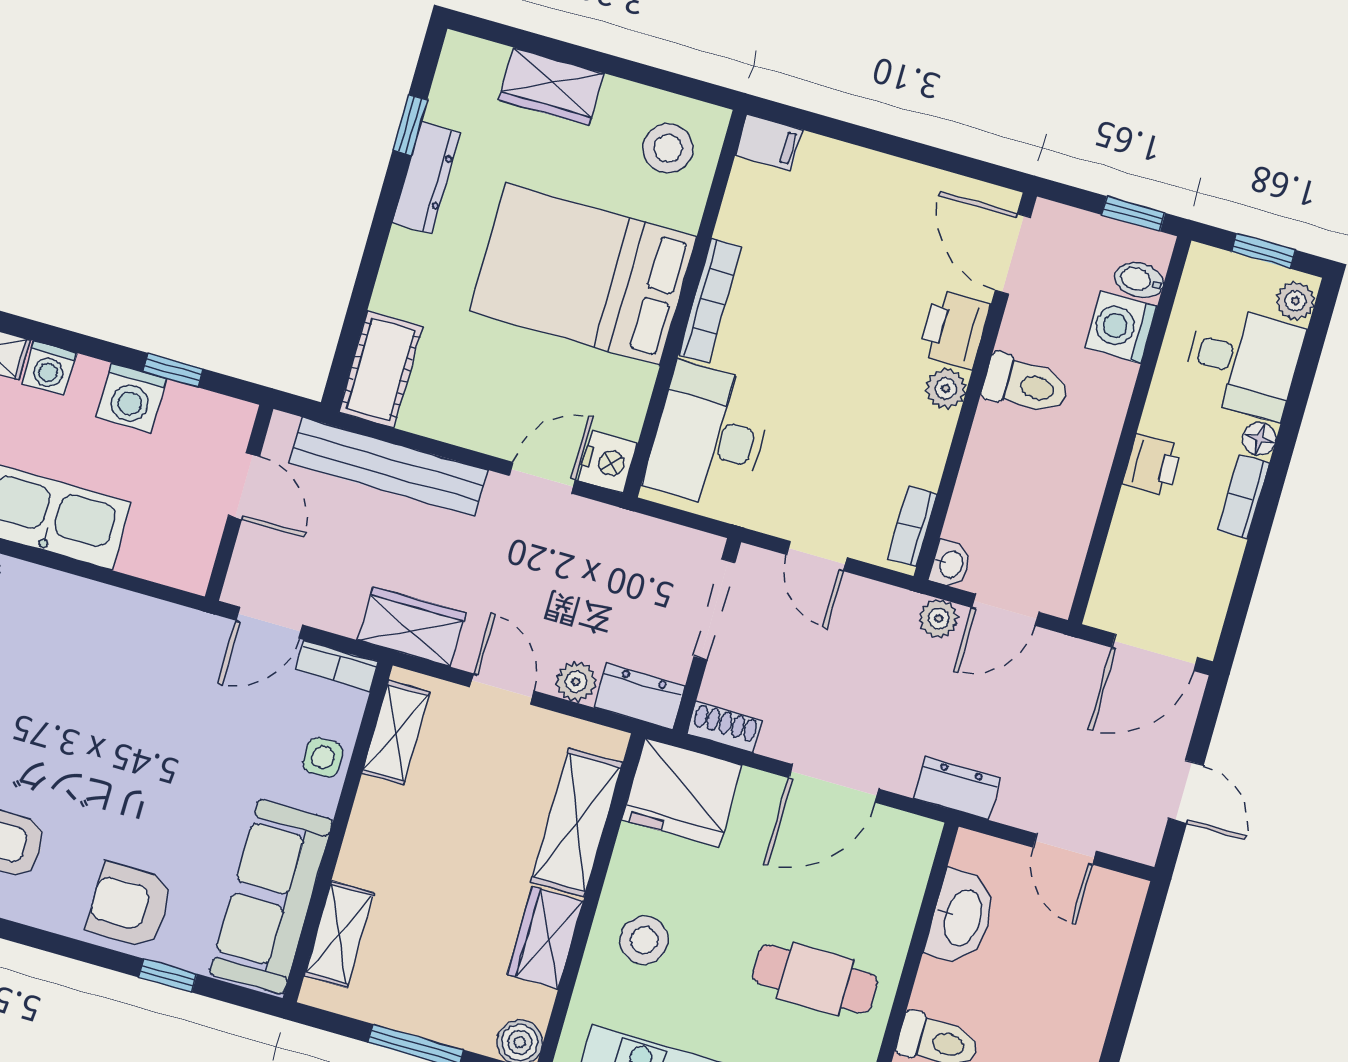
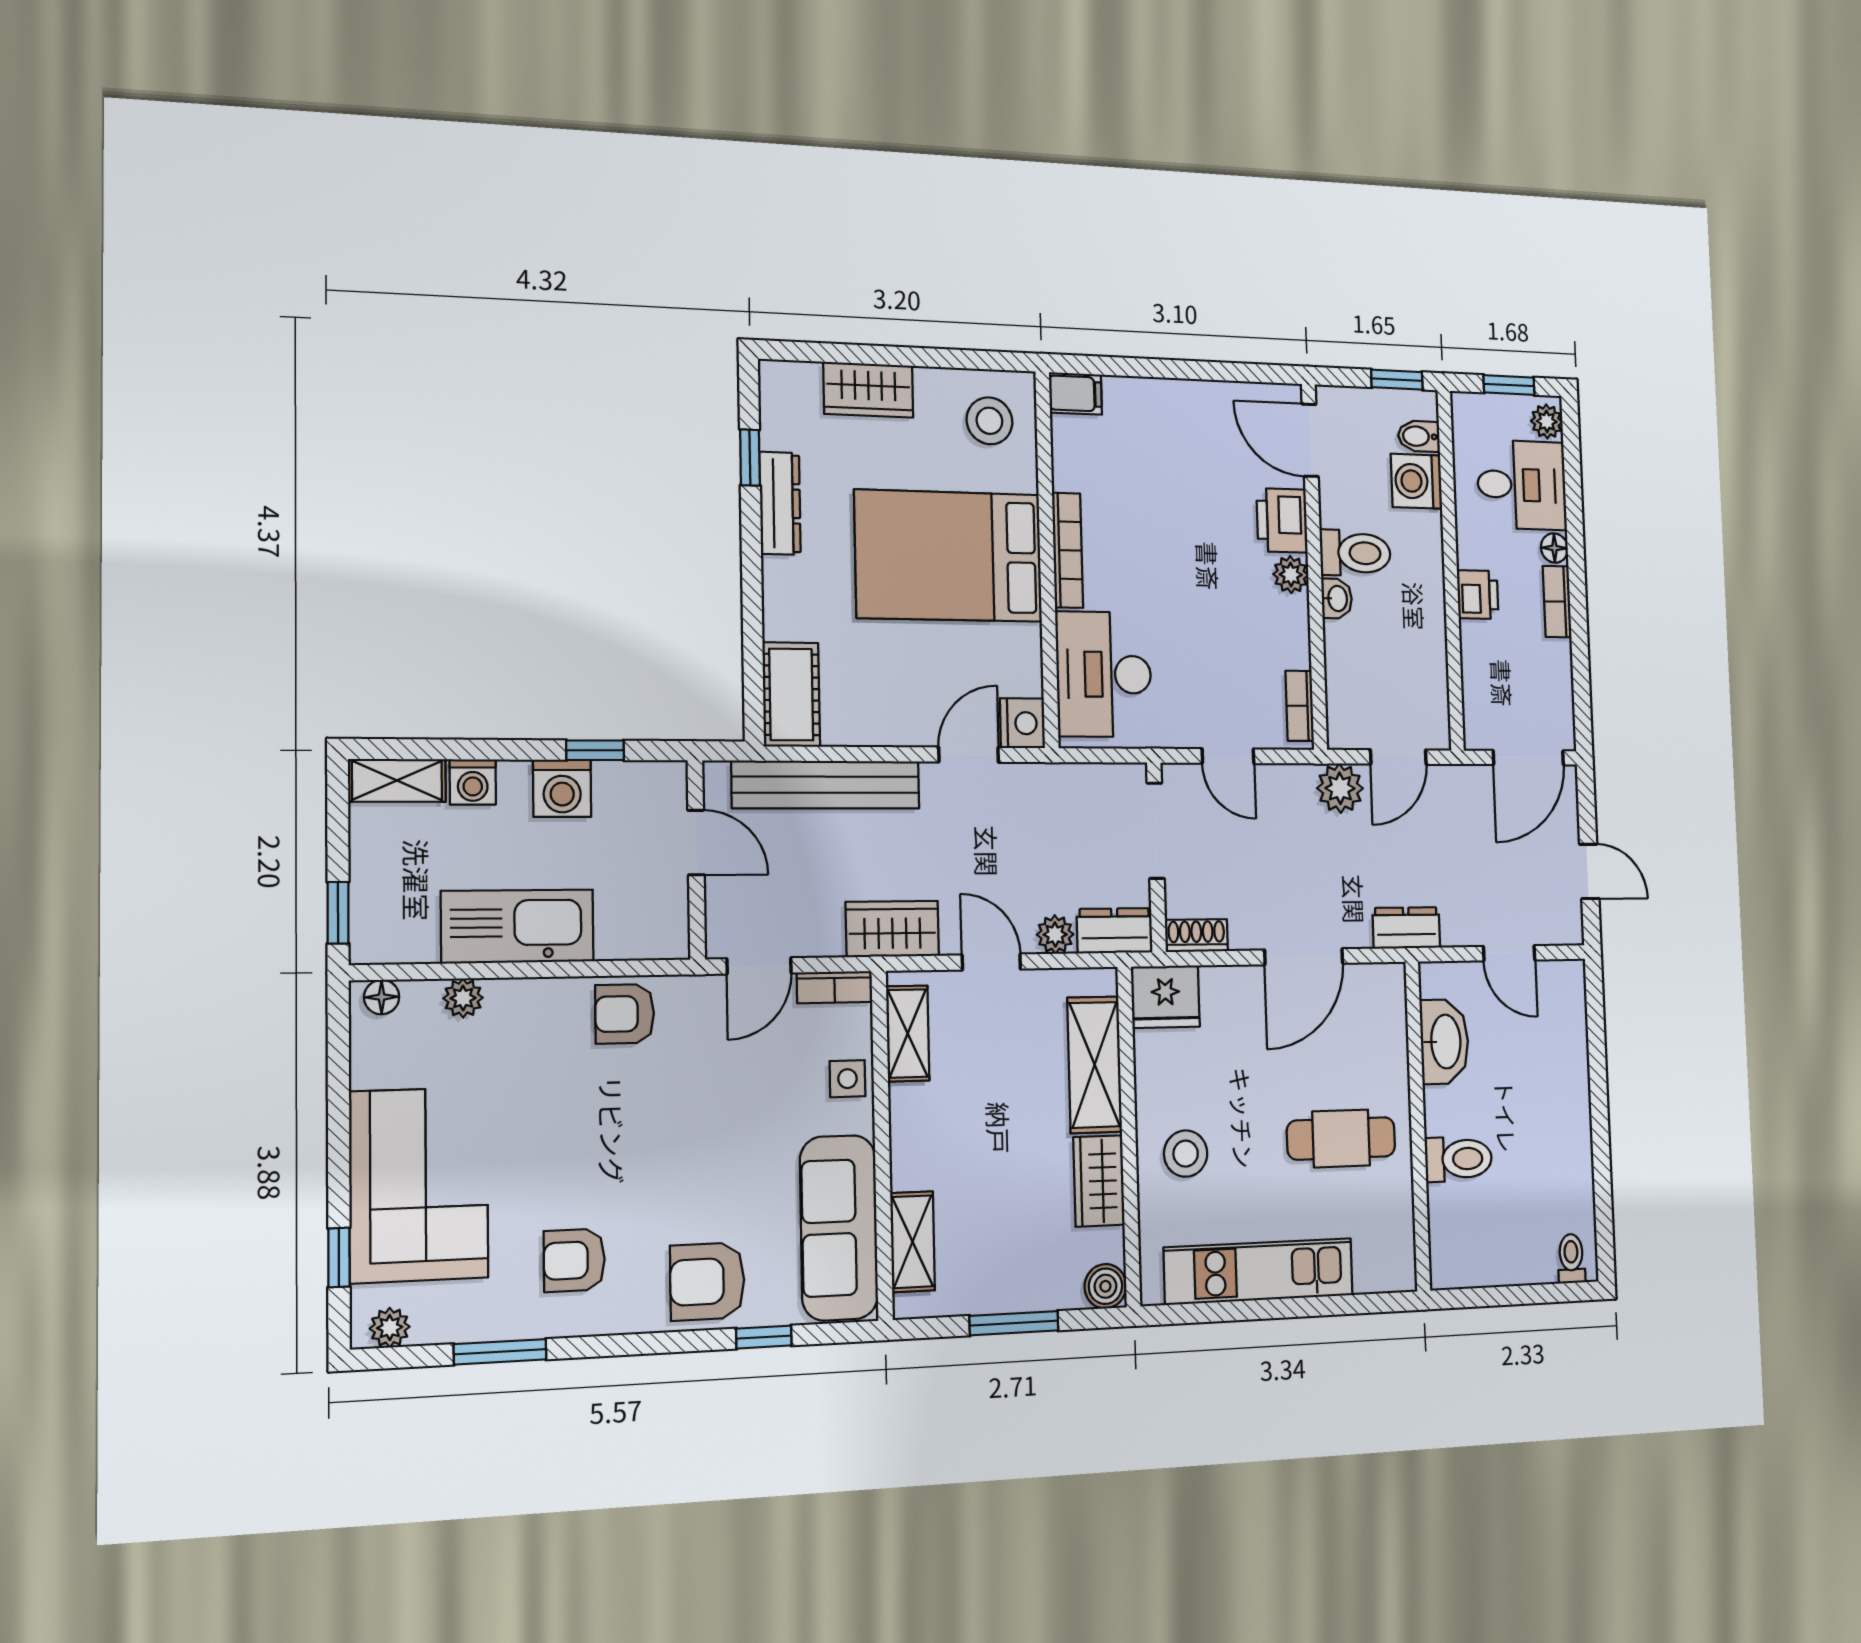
washbasin: (950, 564) -> (1337, 598), moved
plant: (938, 619) -> (1340, 788), width x1.38, depth x1.38
armchair: (127, 629) -> (625, 1014), added
fridge: (682, 792) -> (1165, 997), width x0.73, depth x0.75

